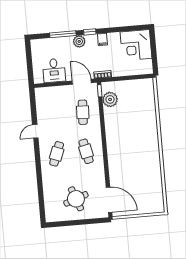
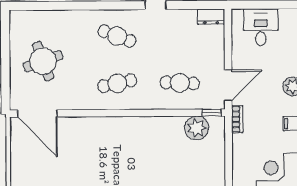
desk: (54, 70) -> (261, 27), moved, turned 90
dresser: (40, 96) -> (211, 17), added
door: (109, 200) -> (37, 114), hinge flipped

